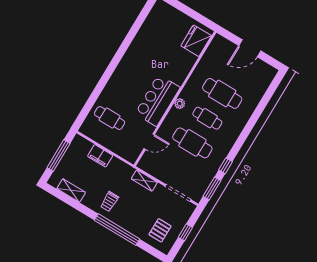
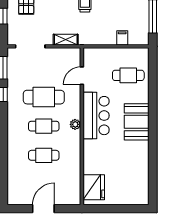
booth: (126, 74) -> (137, 122), added
cafe table: (222, 93) -> (44, 155), width x0.73, depth x0.74
filing cabinet: (100, 156) -> (122, 38), width x0.50

